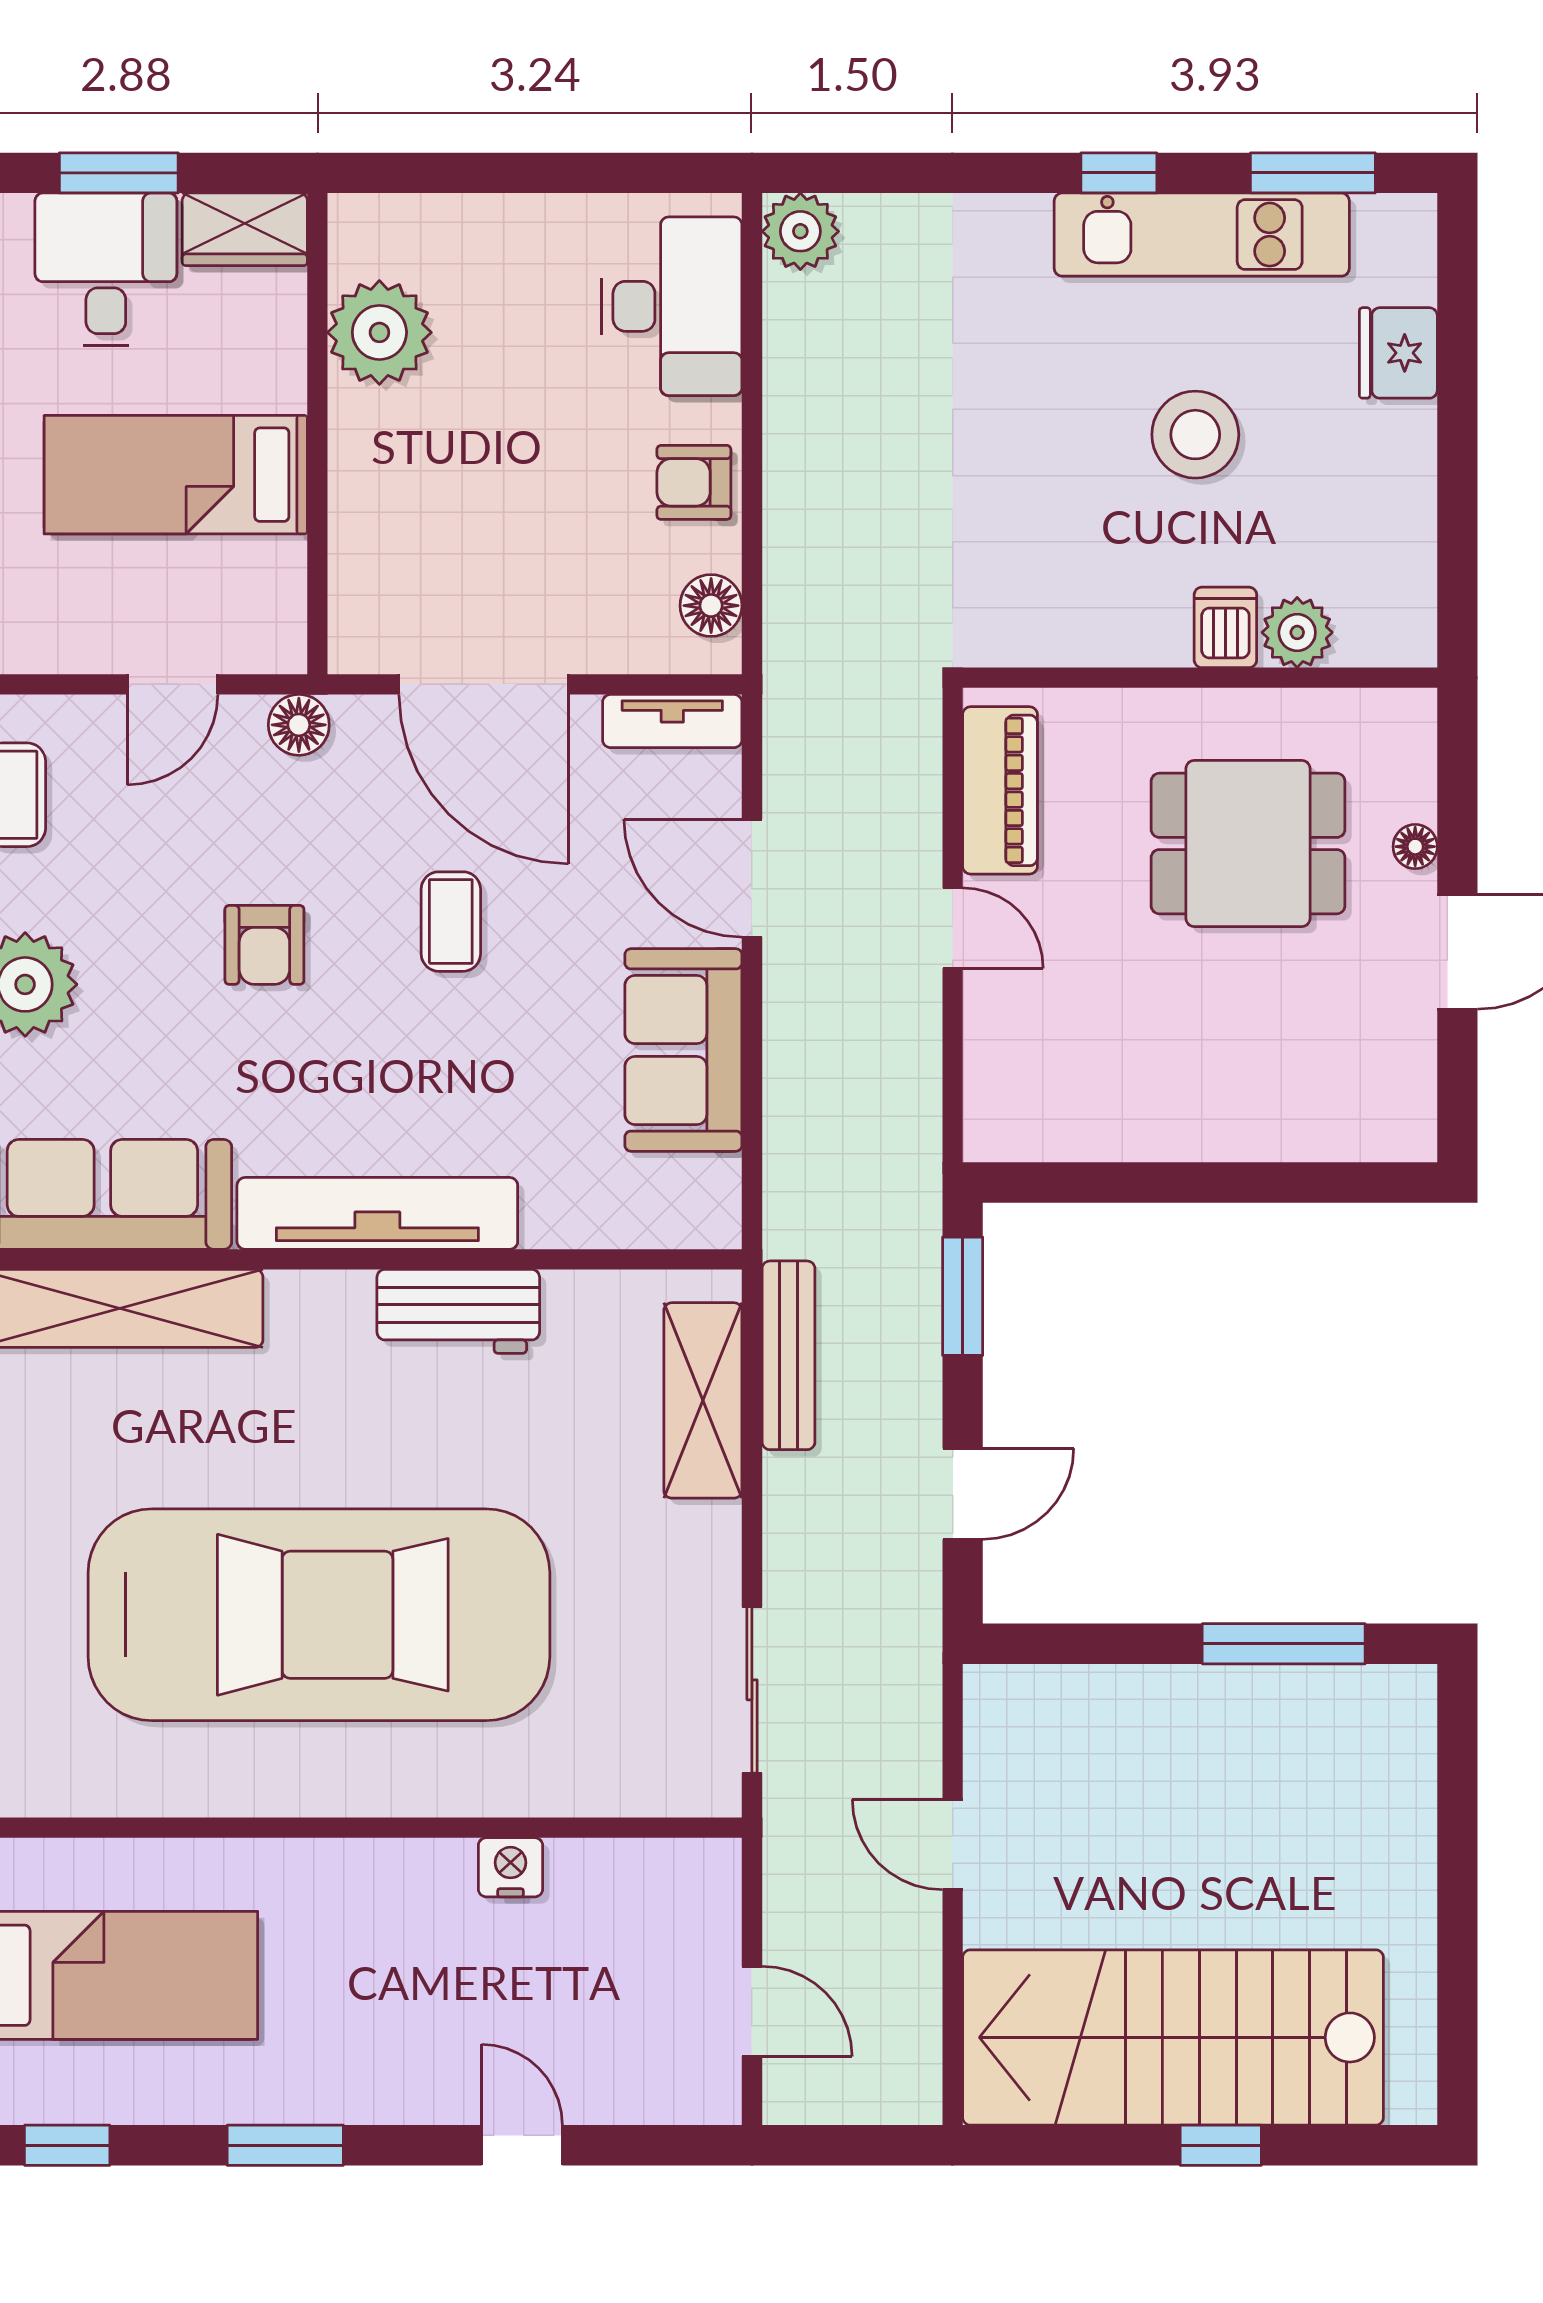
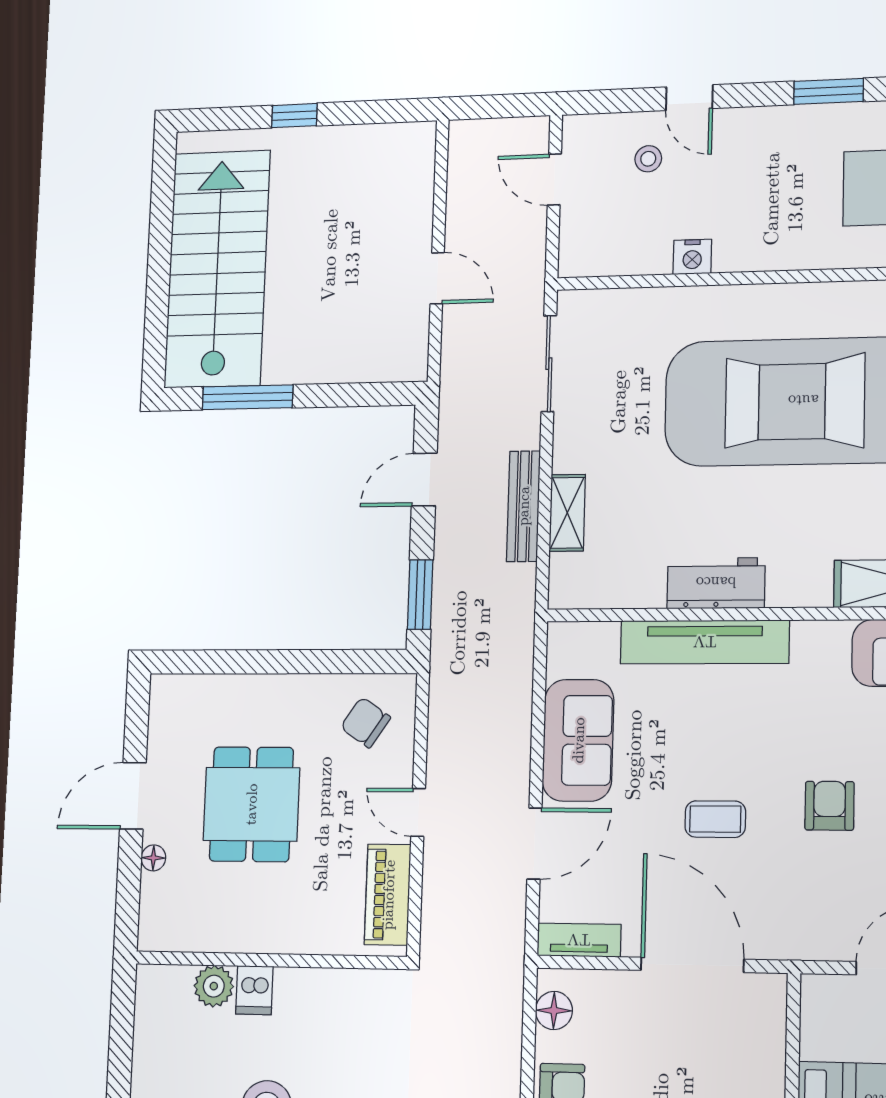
floor lamp: (299, 725) -> (806, 942), removed
dining table: (1248, 843) -> (251, 804), moved, turned 90
door: (752, 878) -> (534, 844), hinge flipped
coffee table: (451, 922) -> (715, 819), turned 90
chair: (1050, 1079) -> (365, 722), added
tv unit: (377, 1213) -> (705, 642), moved
bench: (788, 1355) -> (523, 506), moved
shelving: (703, 1400) -> (567, 513), width x0.67, depth x0.75
stairs: (1173, 2037) -> (217, 269), moved, turned -90
stool: (590, 2041) -> (648, 159), added

